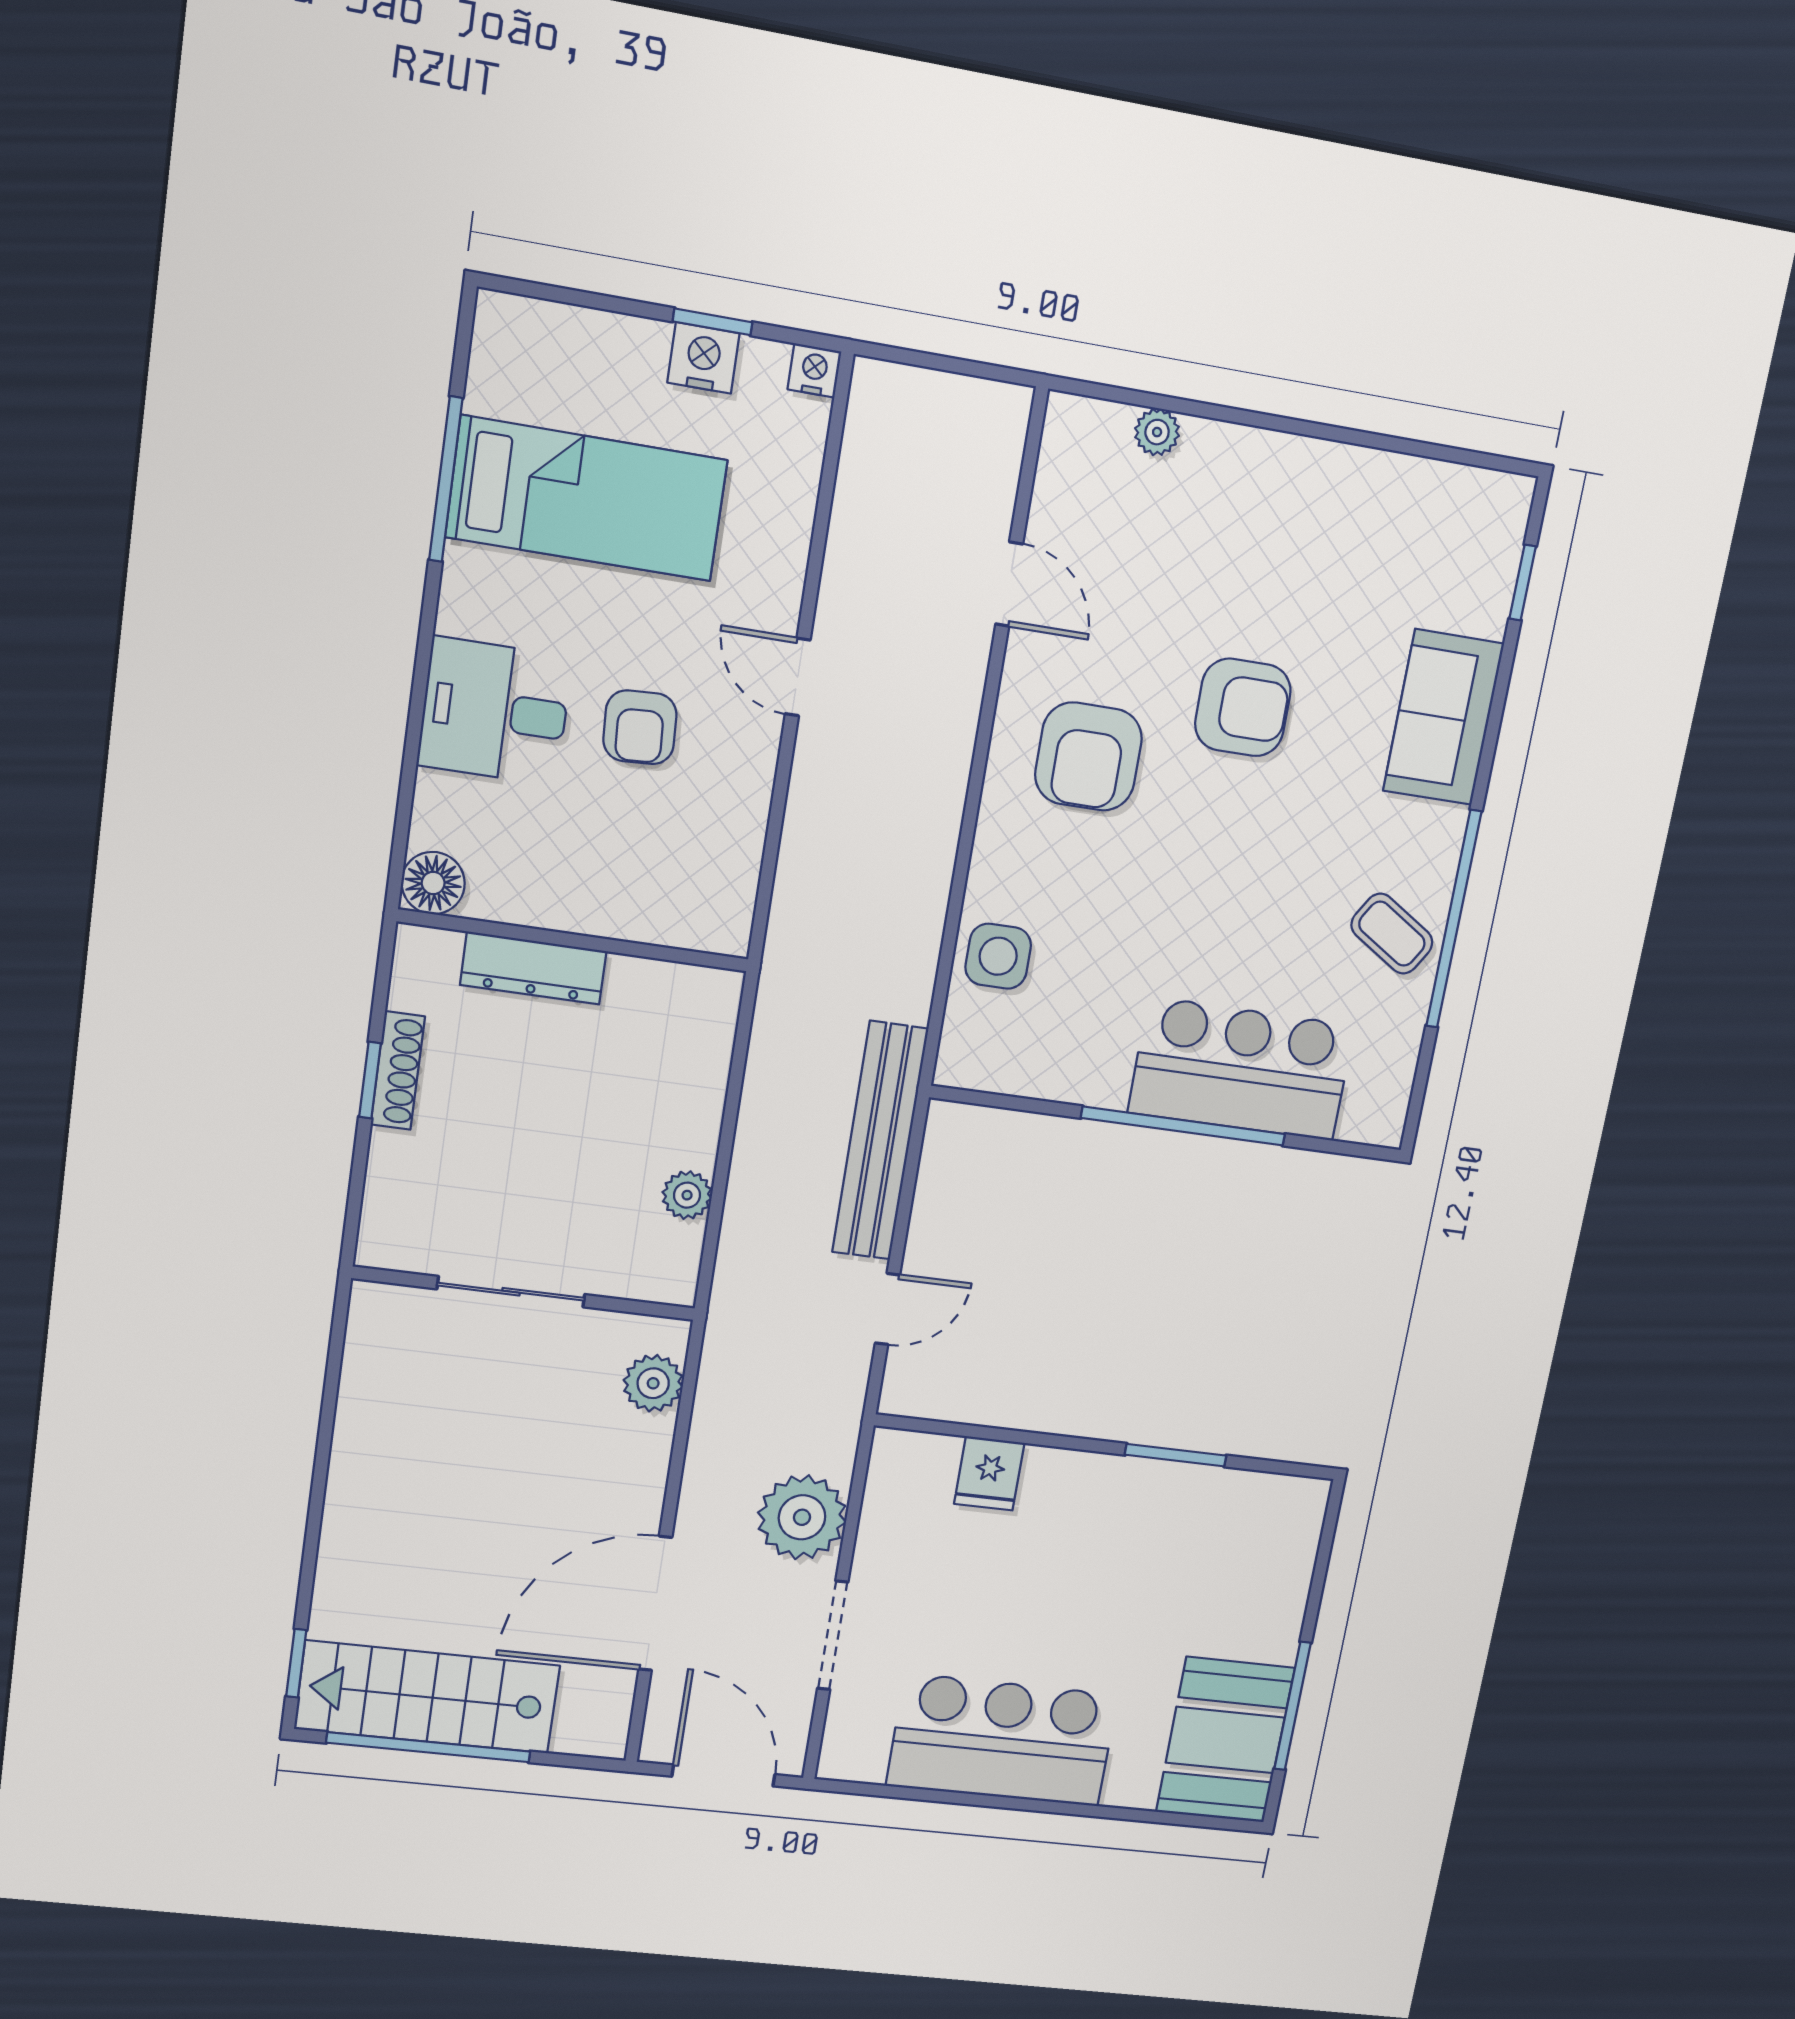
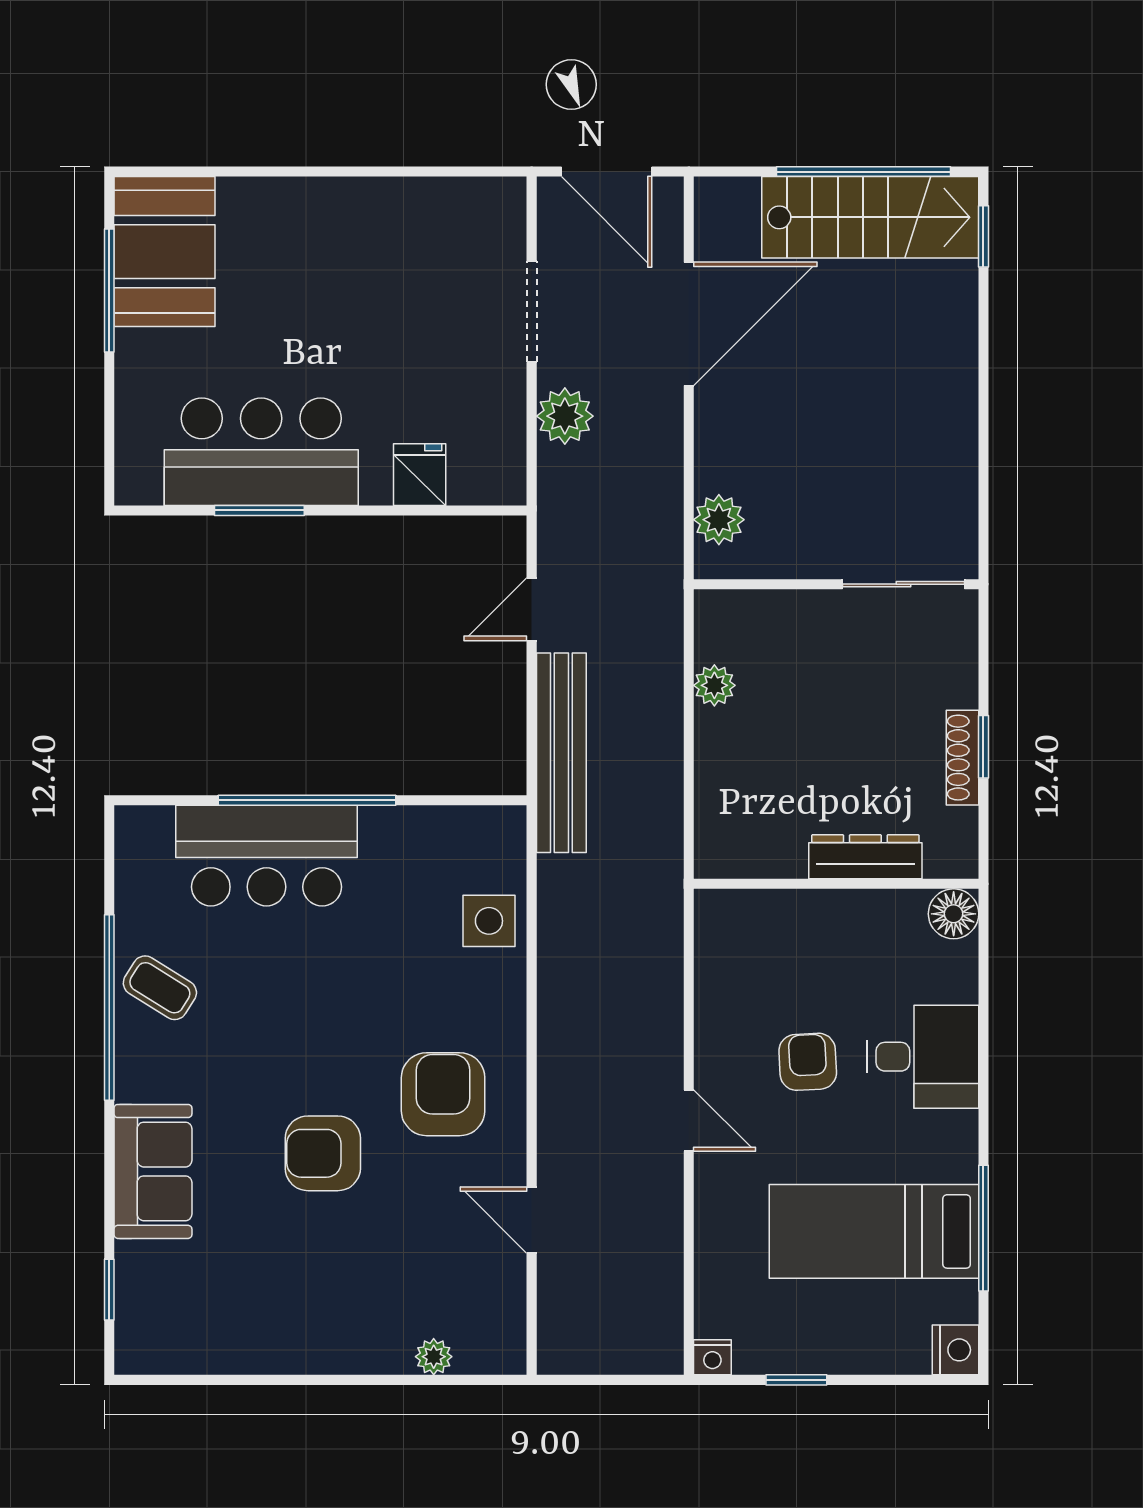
nightstand: (703, 358) -> (955, 1350), moved, turned -90
sliding door: (511, 1292) -> (903, 584), moved
plant: (802, 1517) -> (565, 416), width x0.73, depth x0.73
bar counter: (1002, 1740) -> (261, 452), moved, turned 180

